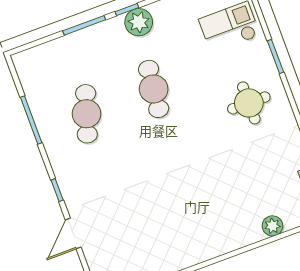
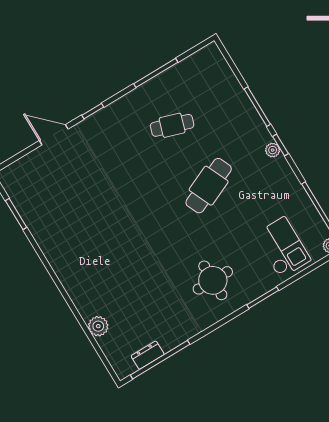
plant: (139, 22) -> (273, 150), width x0.53, depth x0.53
cafe table: (154, 89) -> (209, 186), turned -30
cafe table: (86, 114) -> (172, 125), width x0.73, depth x0.74

